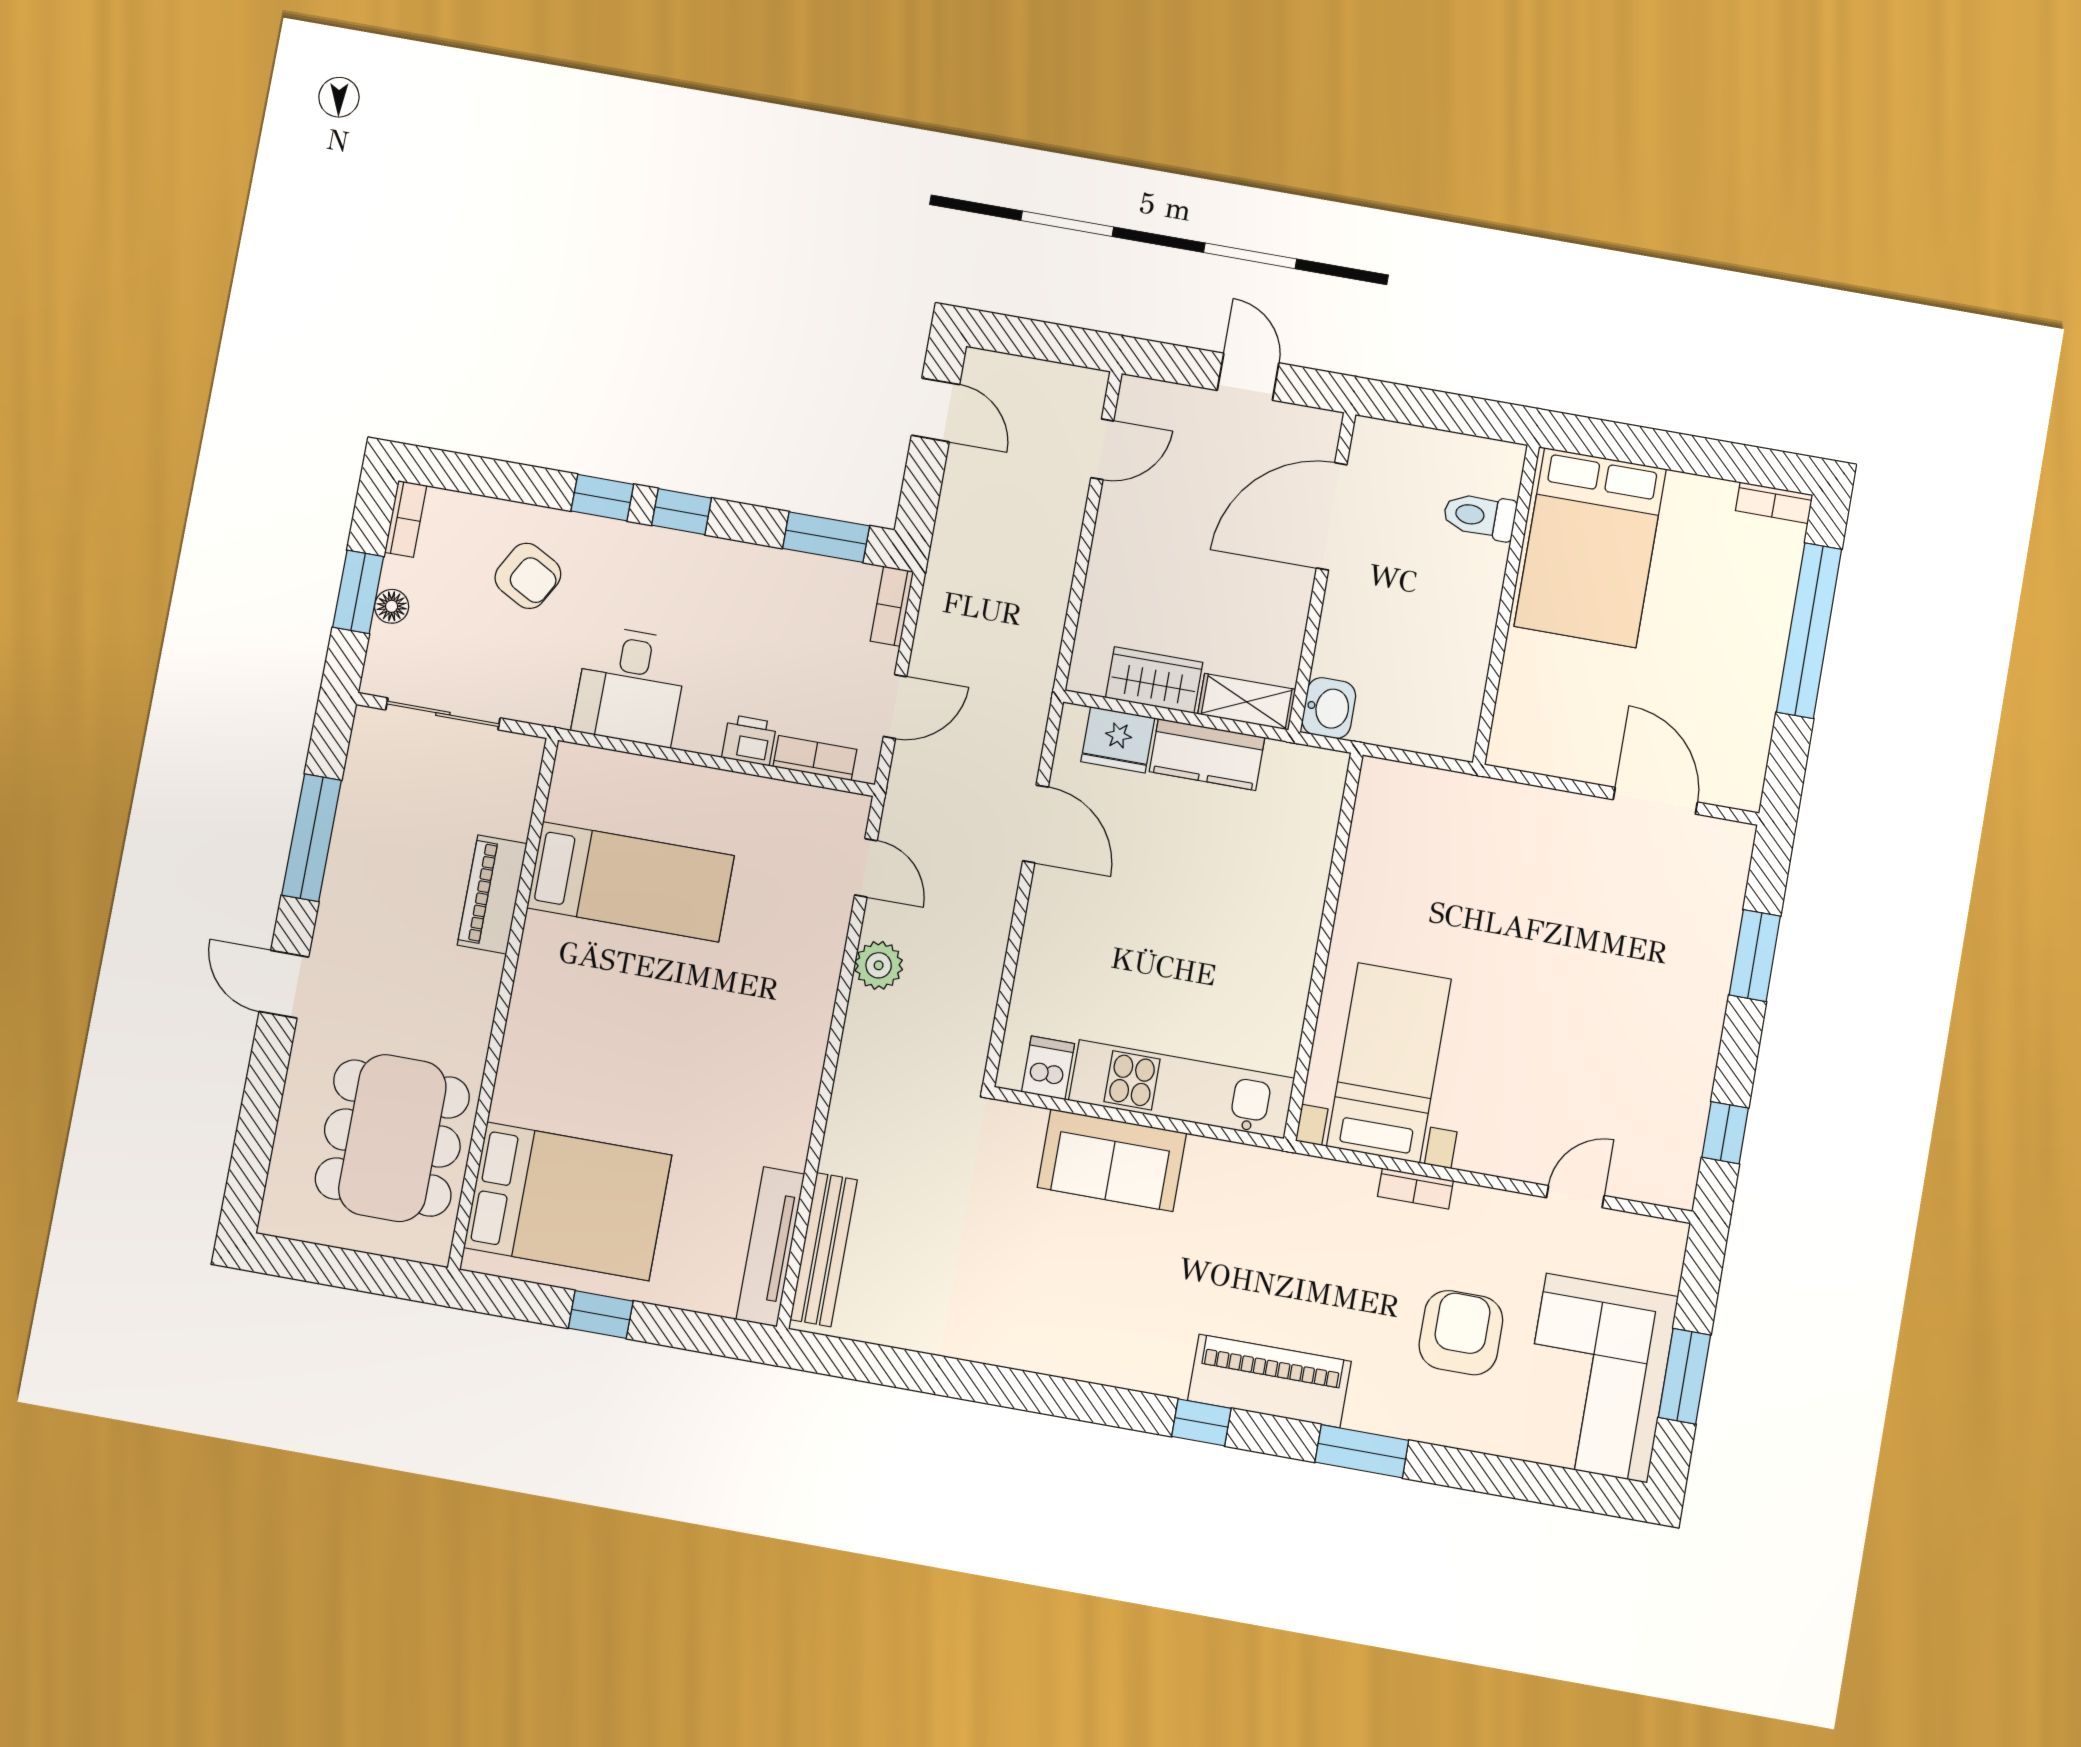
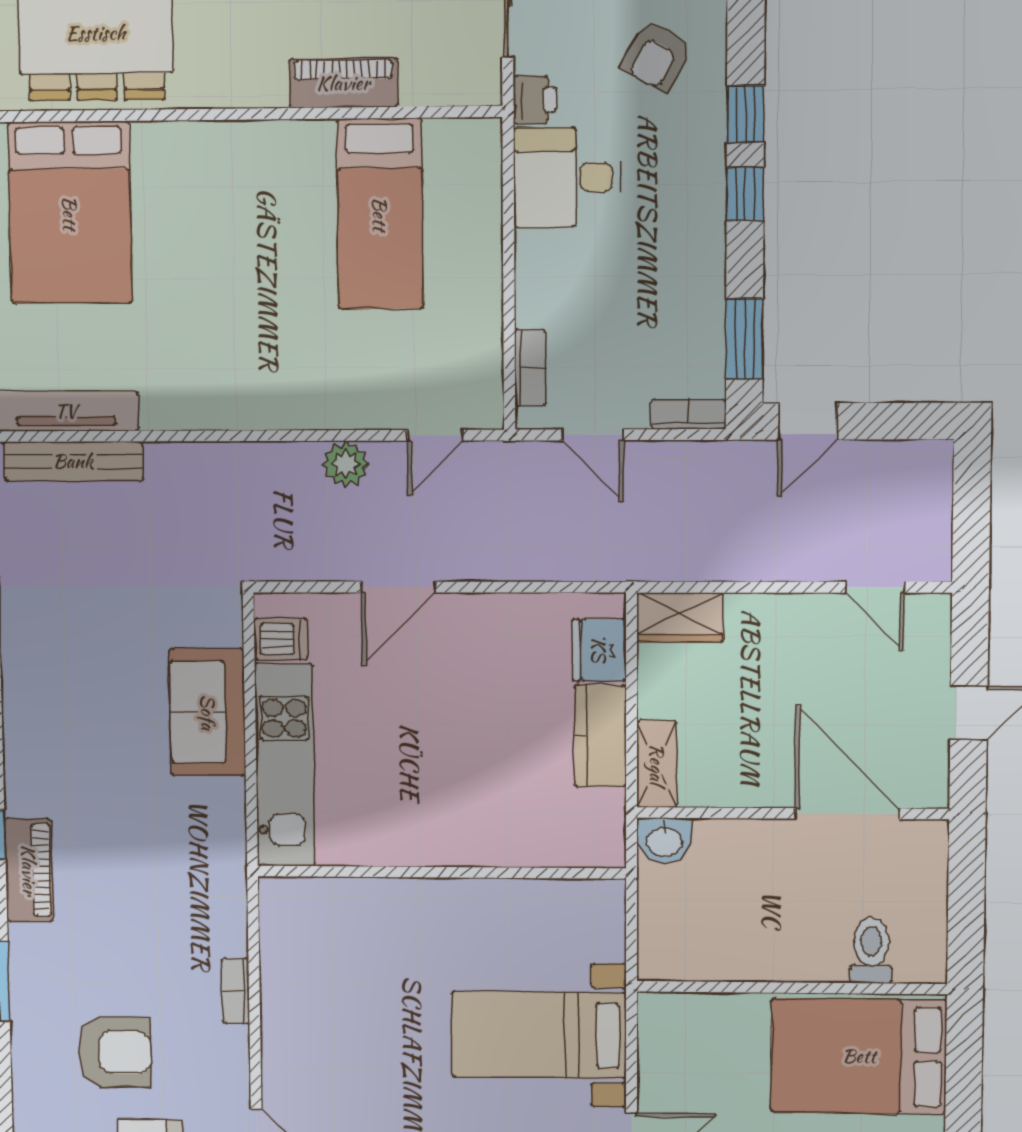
door: (935, 410) -> (807, 421), moved
wardrobe: (1154, 680) -> (680, 617), moved, turned 90
printer: (749, 740) -> (535, 100), moved
door: (1035, 824) -> (398, 587), moved
bed with nightstands: (1389, 1063) -> (539, 1035), moved, turned 180
piano: (1269, 1381) -> (29, 870), width x0.73, depth x0.75

